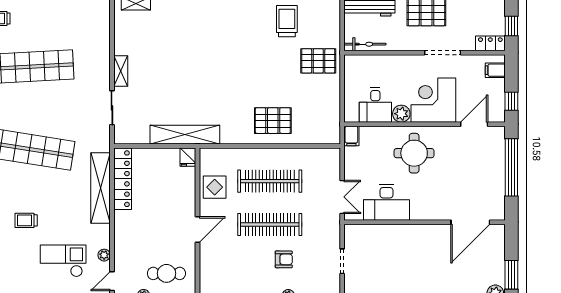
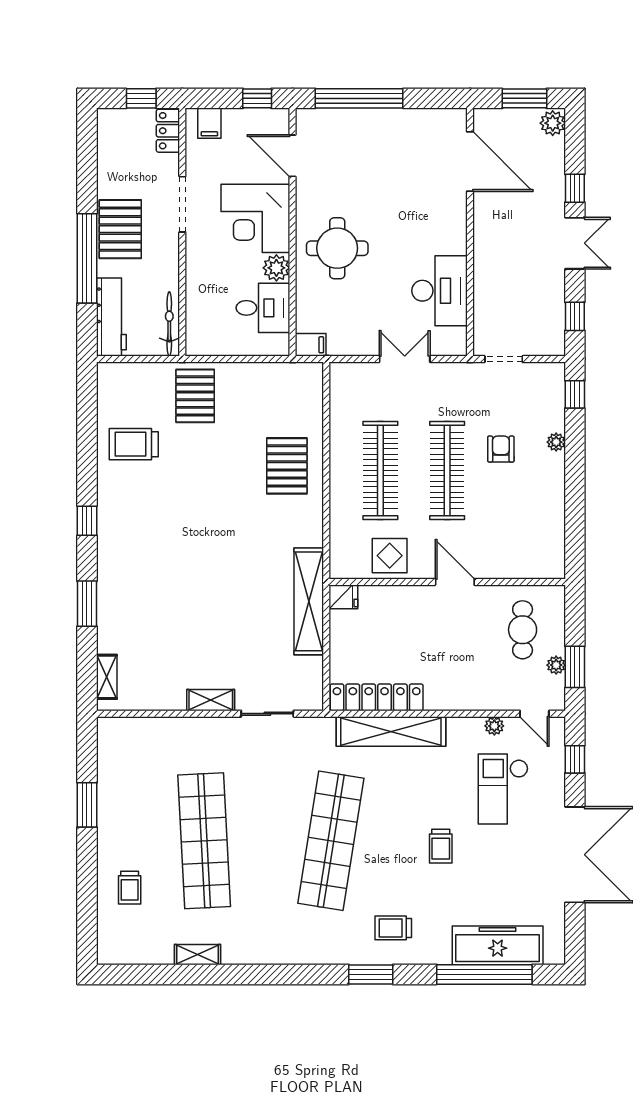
desk: (386, 202) -> (439, 291), moved
wall: (425, 222) -> (470, 232), moved
door: (470, 222) -> (470, 162), moved

